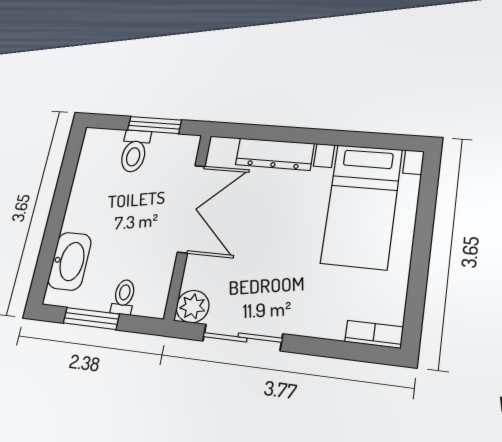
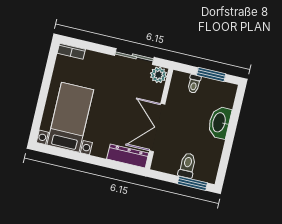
window: (154, 125) -> (192, 183), moved
dresser: (275, 154) -> (128, 156), moved
washbasin: (70, 261) -> (219, 122), moved

